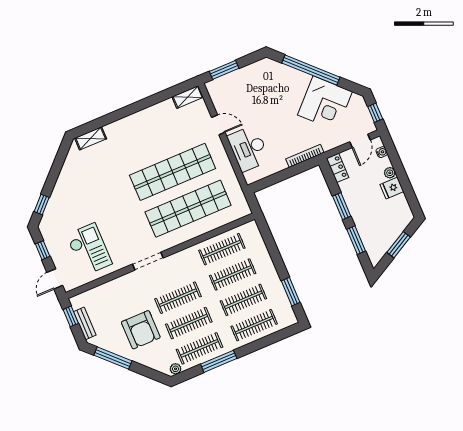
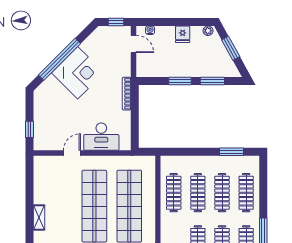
window: (224, 70) -> (29, 129), width x0.67
shelving: (188, 97) -> (39, 217), moved
corner desk: (325, 103) -> (78, 73), moved
locker: (338, 168) -> (148, 71), removed
plant: (390, 173) -> (208, 31), moved

